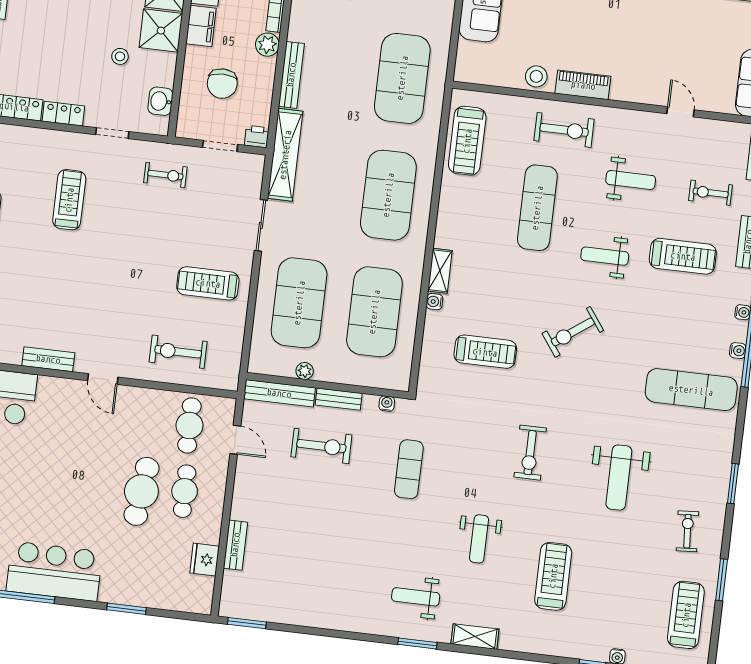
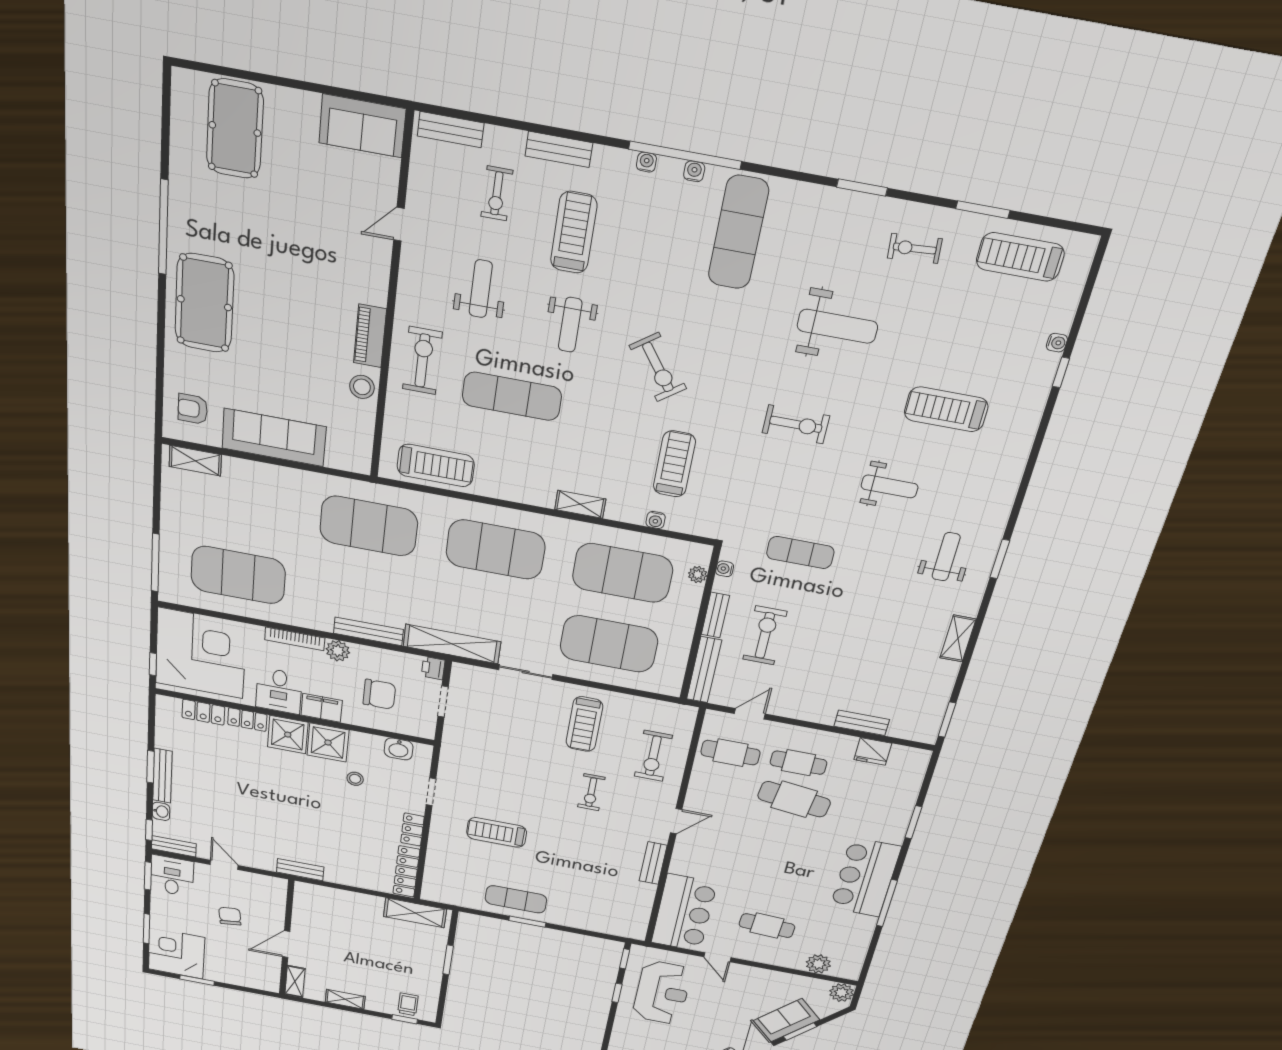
exercise bike: (165, 175) -> (591, 792), moved, turned 180
water cooler: (434, 302) -> (656, 520), moved
plant: (305, 371) -> (698, 575), moved
weight bench: (416, 597) -> (946, 557), turned 180
shelving: (475, 637) -> (958, 639), moved

